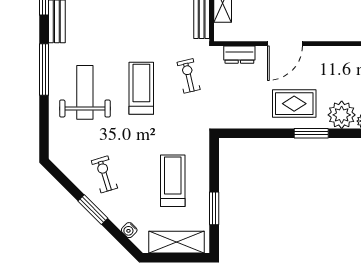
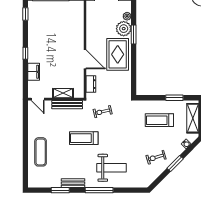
treadmill: (141, 88) -> (84, 138), moved
weight bench: (85, 92) -> (112, 168), turned 180
rug: (294, 104) -> (118, 54), width x1.36, depth x1.43
window: (311, 133) -> (134, 34), moved

